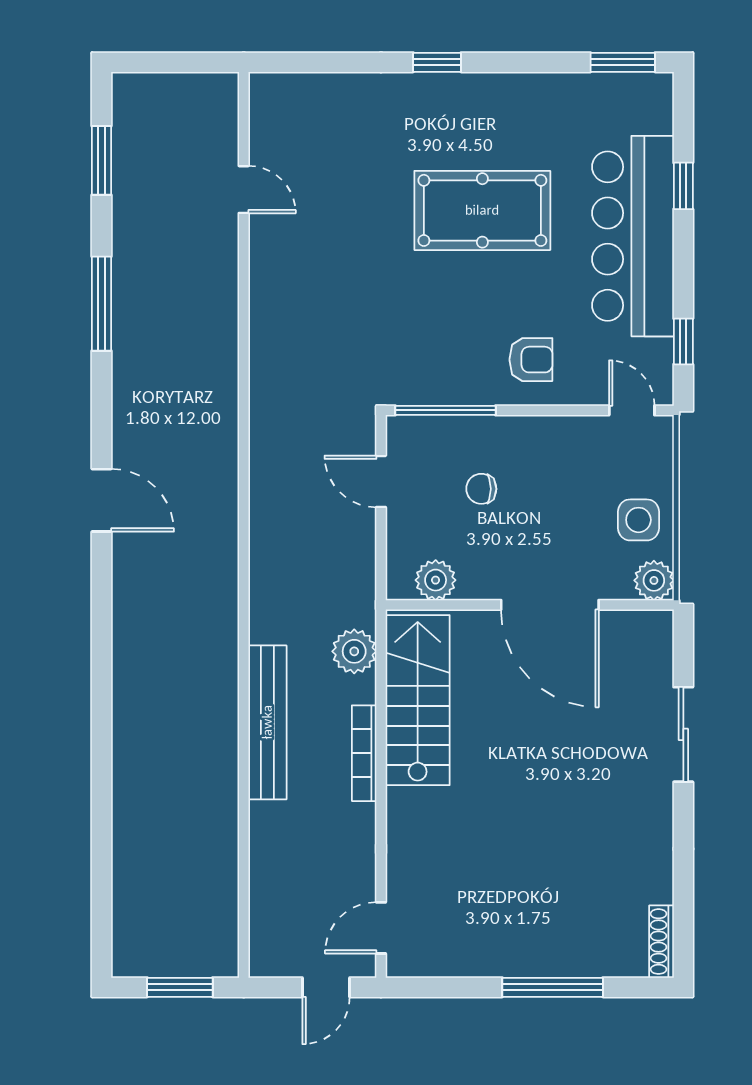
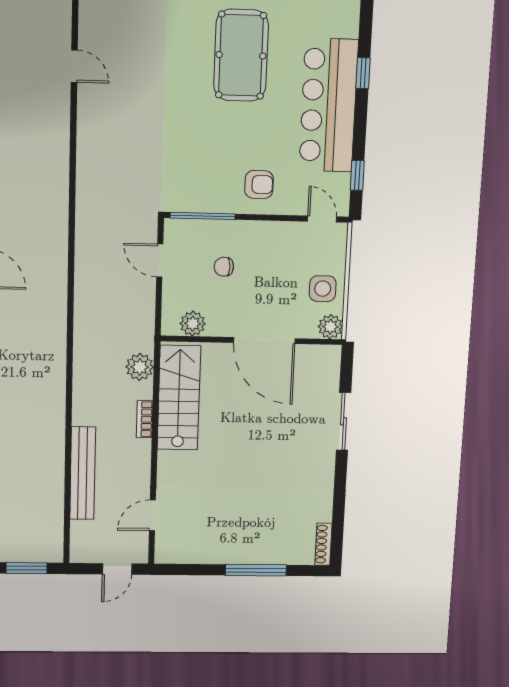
pool table: (482, 210) -> (241, 55), moved, turned 90
bench: (267, 722) -> (83, 473), moved
bookcase: (364, 753) -> (145, 419), width x0.64
door: (381, 928) -> (152, 515), moved

